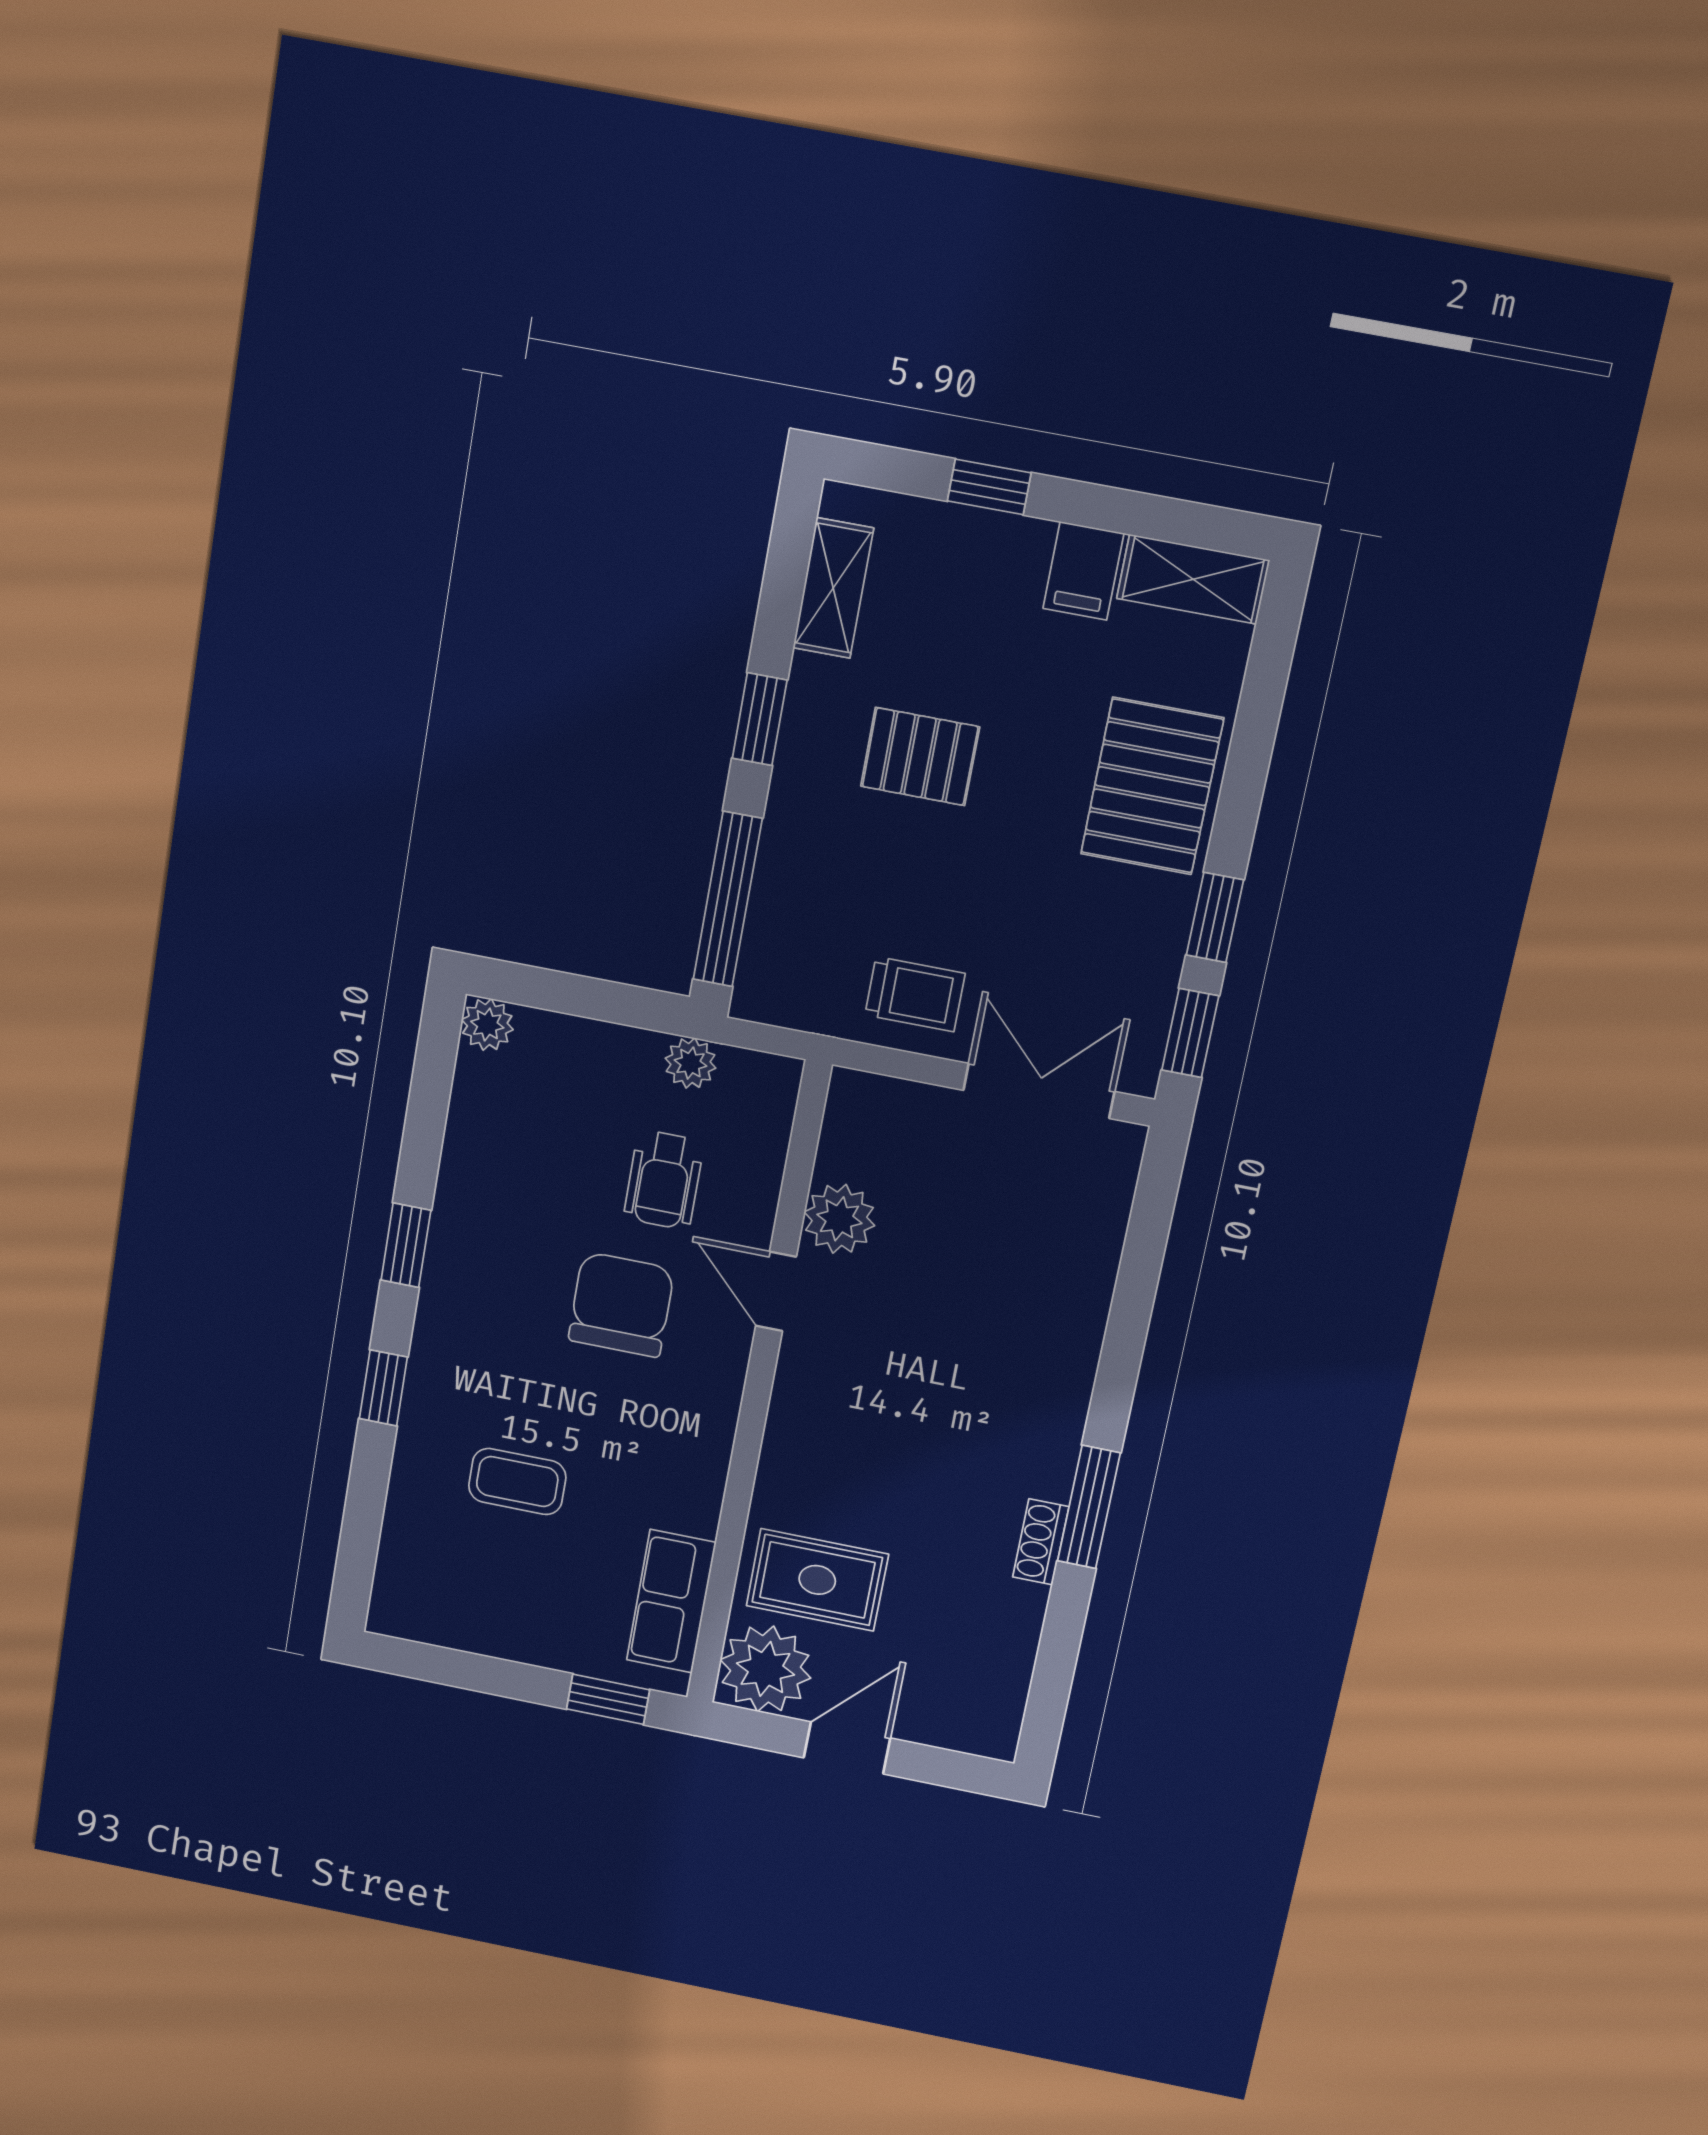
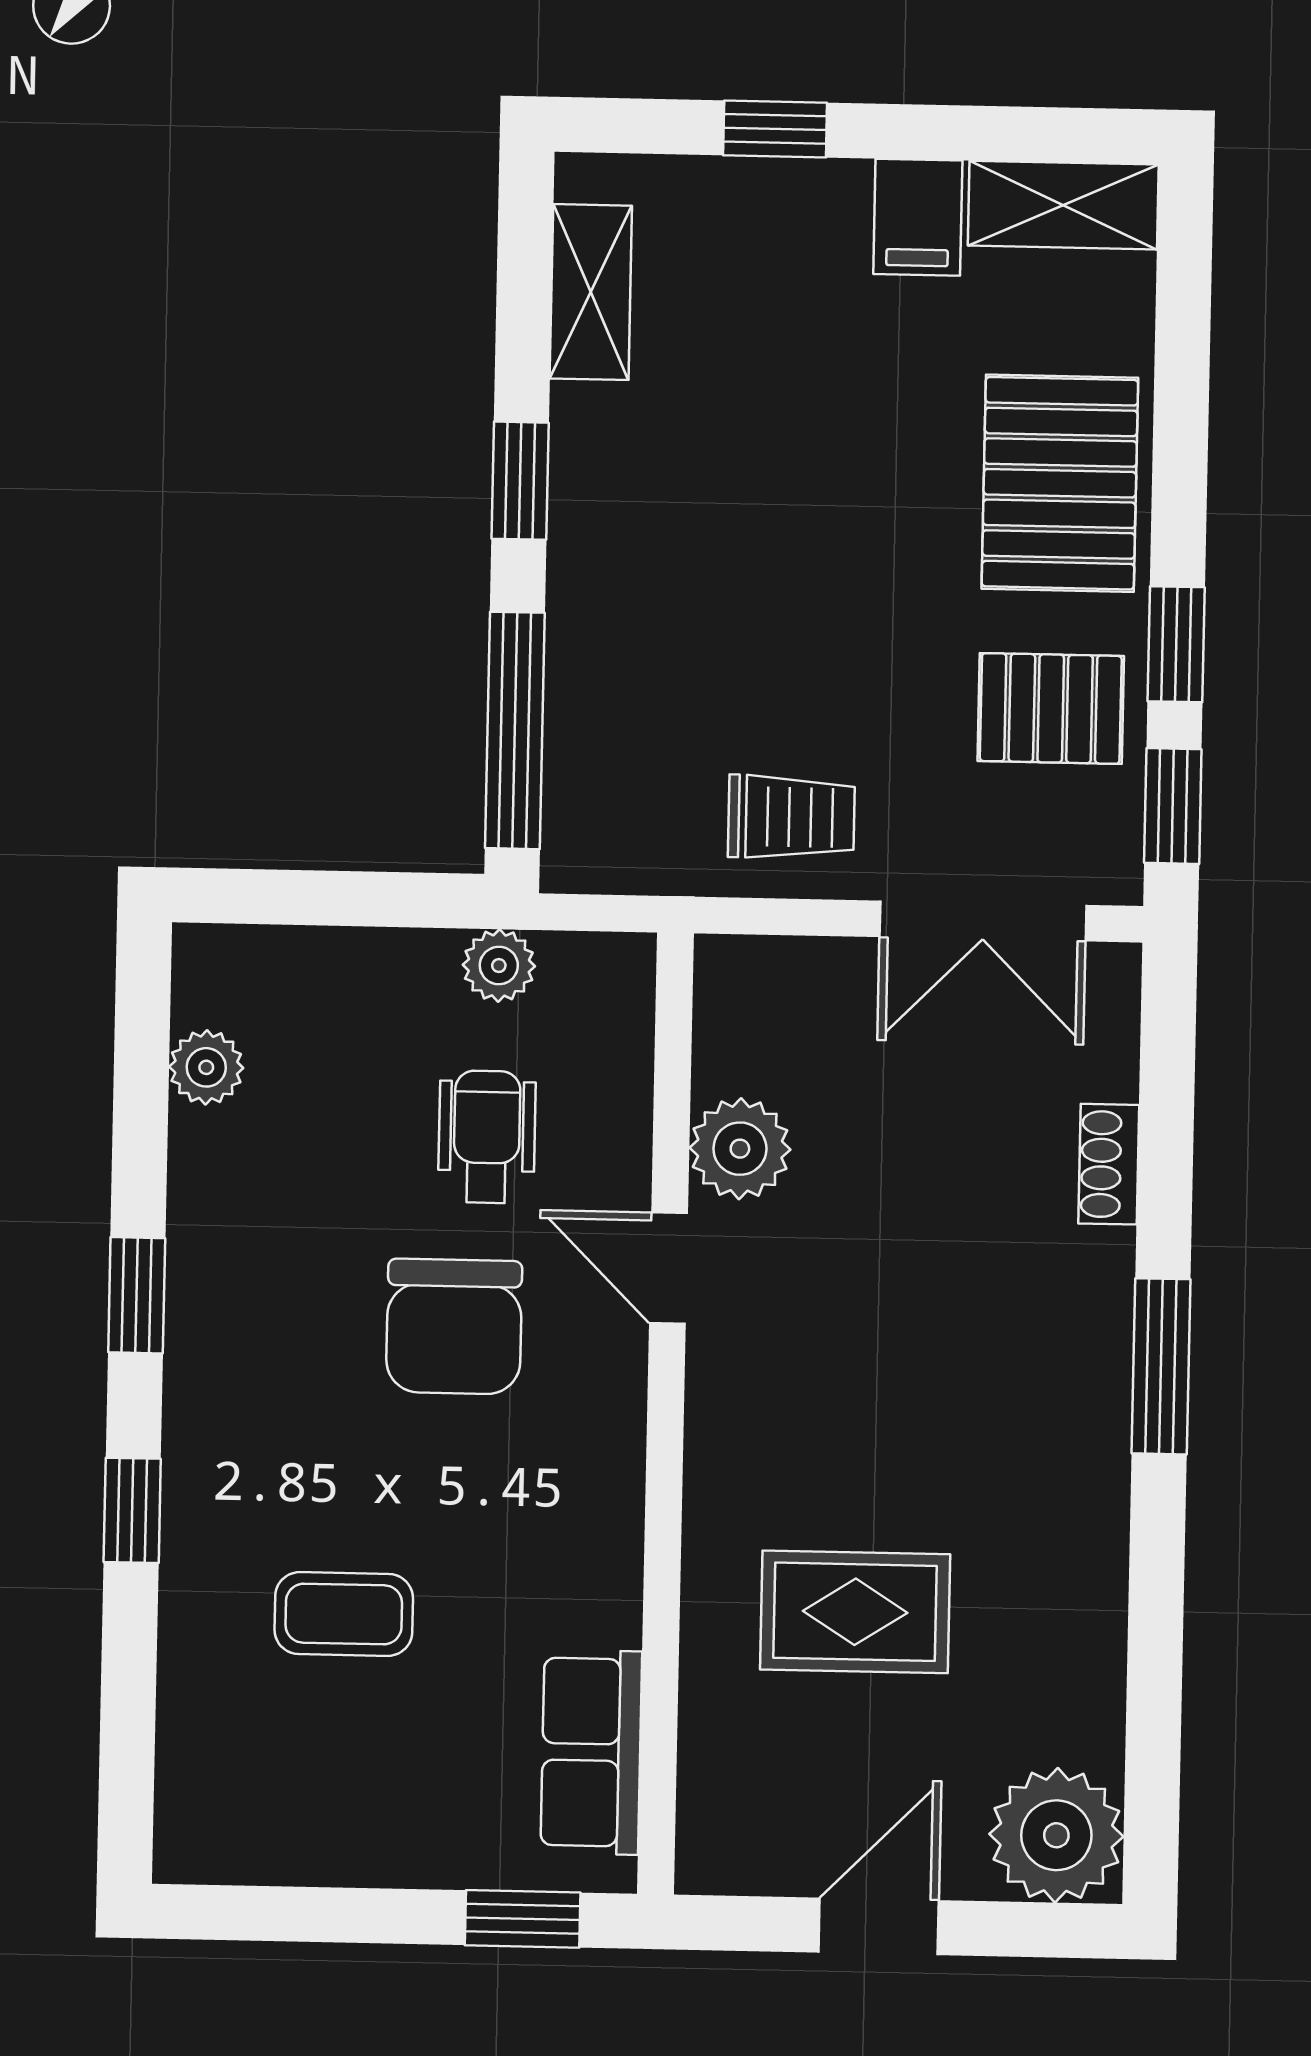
pallet: (920, 757) -> (1051, 708), moved
plant: (487, 1025) -> (206, 1067), moved
double door: (1039, 1091) -> (983, 921), swing flipped
wheelchair: (664, 1180) -> (487, 1137), turned 180
chair: (621, 1305) -> (454, 1327), turned 180
window: (1089, 1507) -> (1161, 1366), moved
shoe rack: (1041, 1542) -> (1109, 1164), moved
rug: (817, 1580) -> (855, 1612), moved
plant: (765, 1669) -> (1056, 1835), moved

